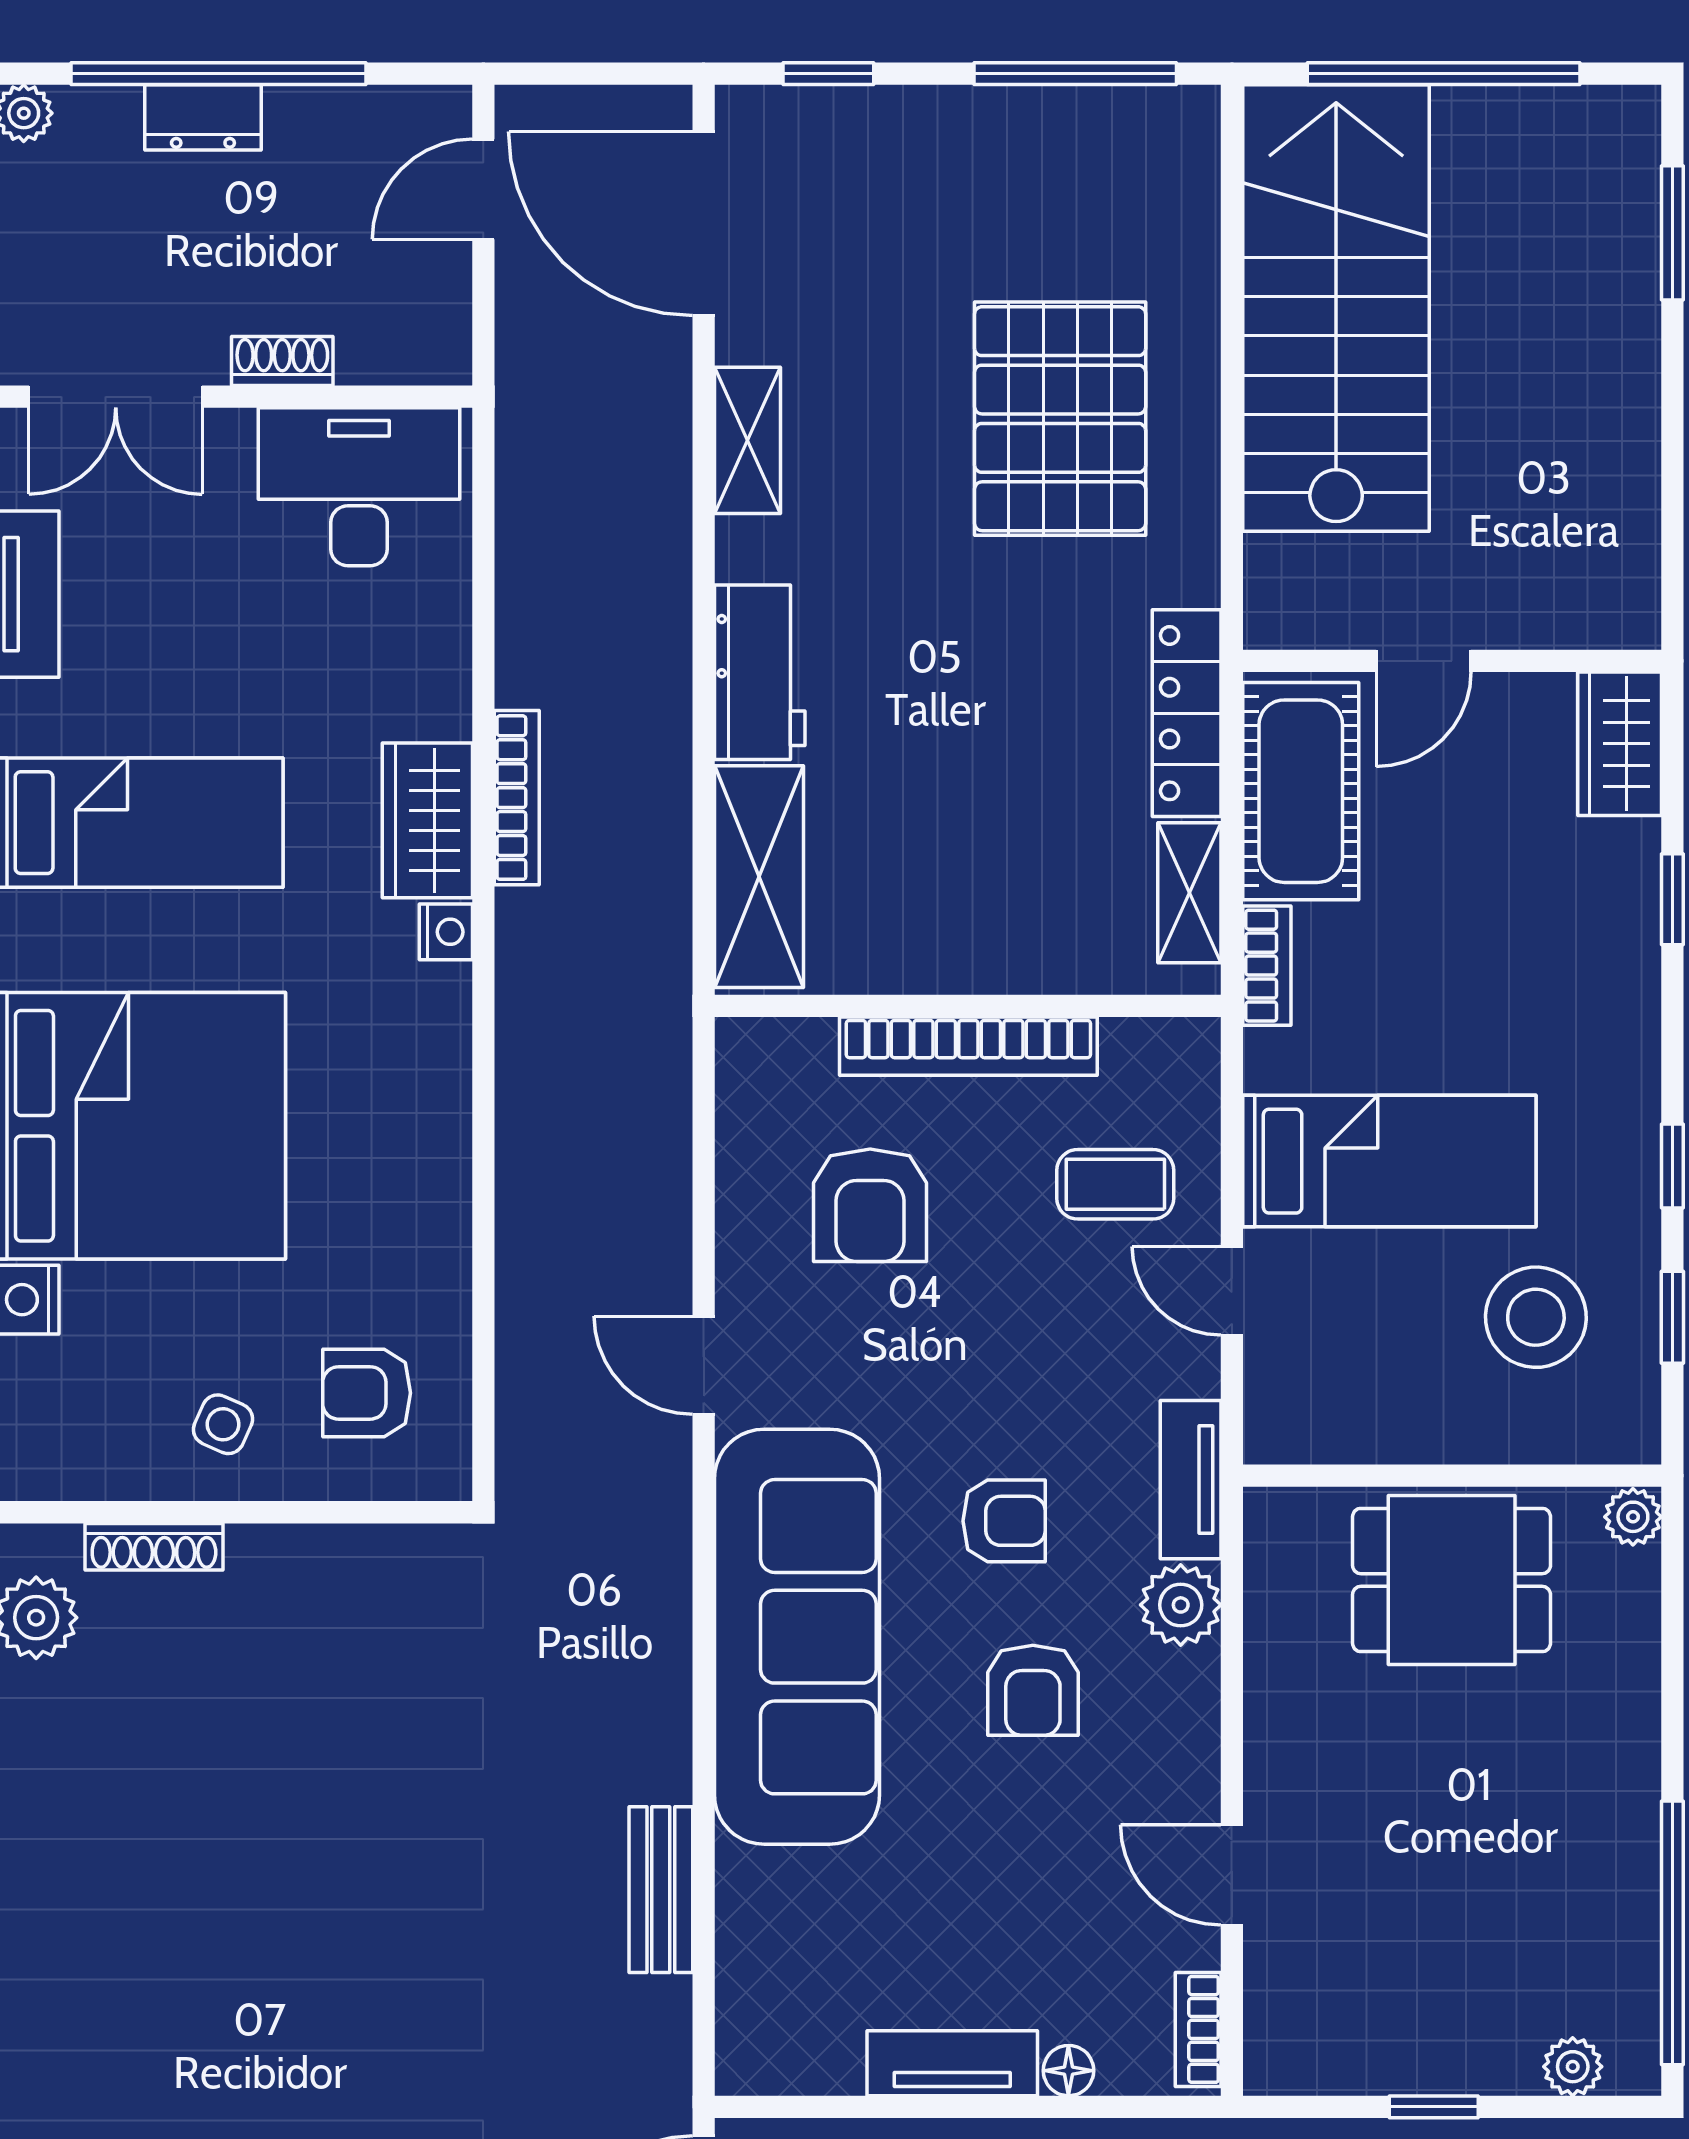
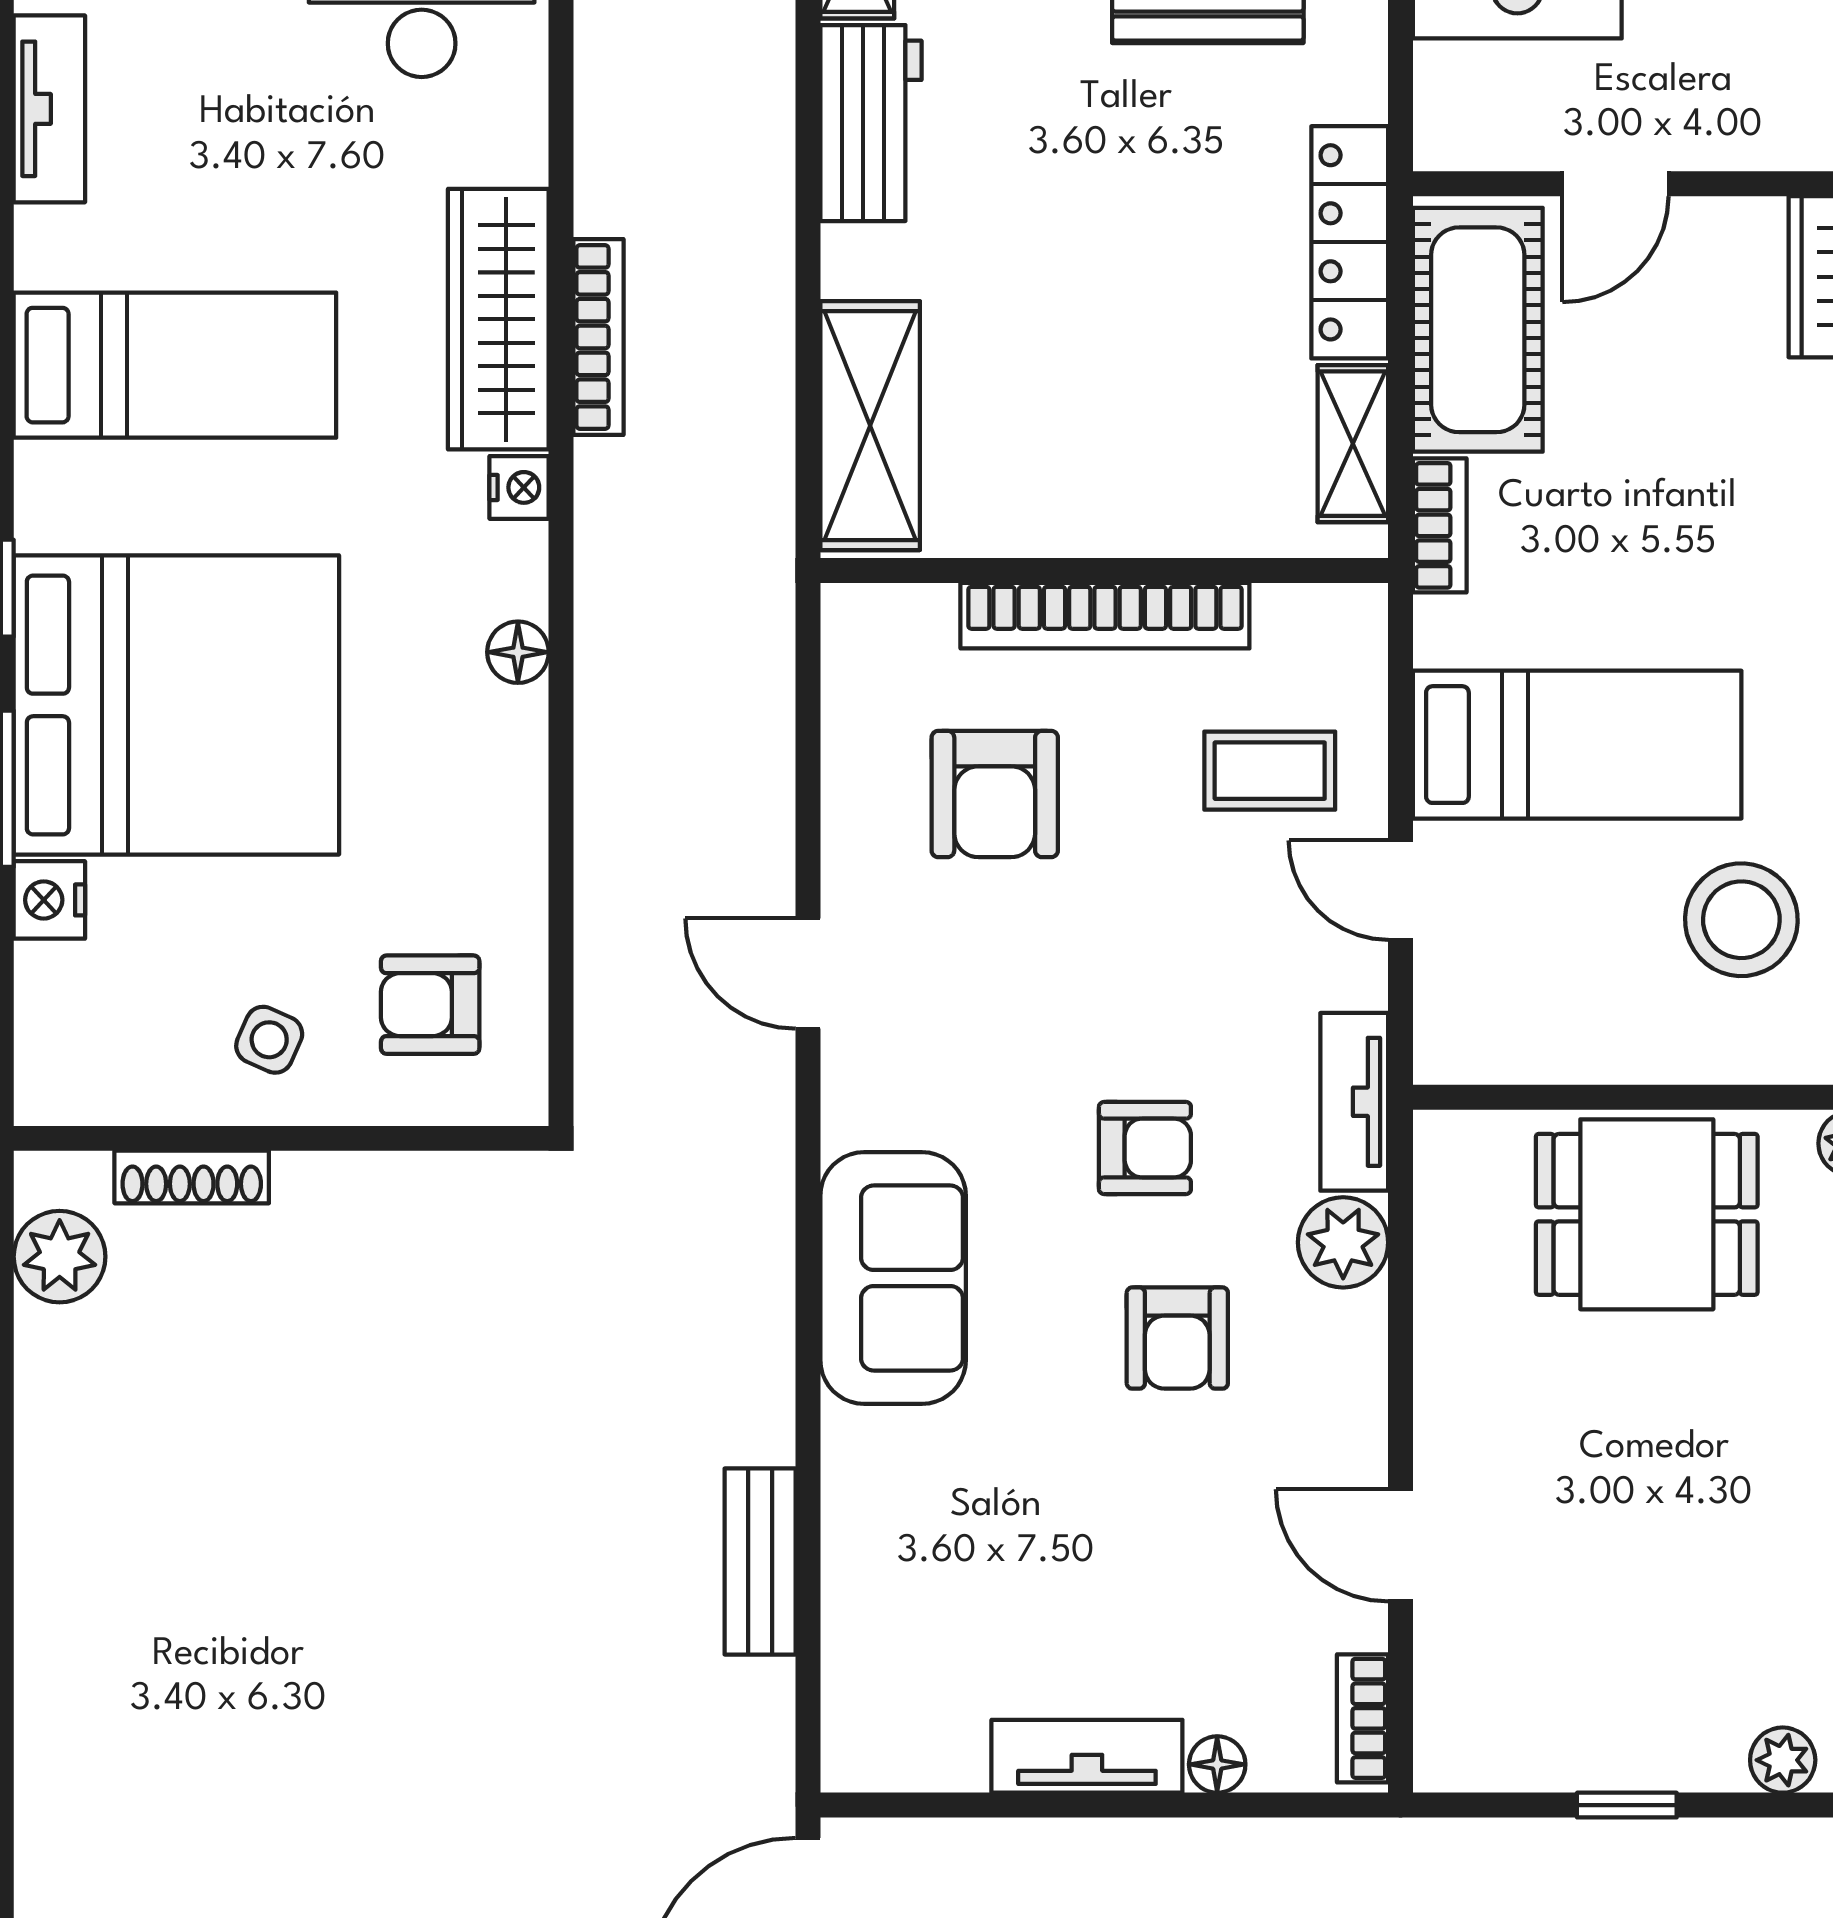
workbench: (760, 672) -> (871, 123), moved
wardrobe: (427, 820) -> (498, 319), width x1.50
floor lamp: (445, 1079) -> (518, 652), added
sofa: (797, 1637) -> (893, 1278), width x0.54, depth x0.79

